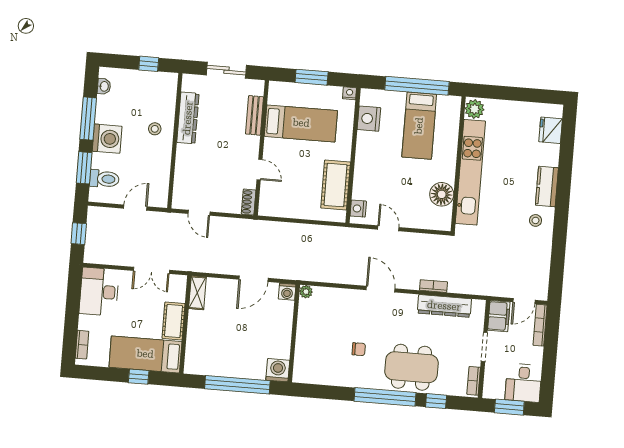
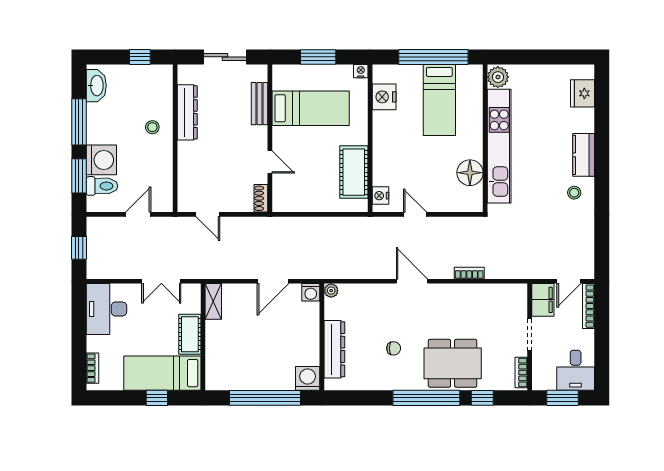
washbasin: (104, 86) -> (96, 86), width x1.91, depth x1.45
washing machine: (107, 139) -> (101, 160), moved
dresser: (444, 306) -> (334, 349), moved, turned -90

